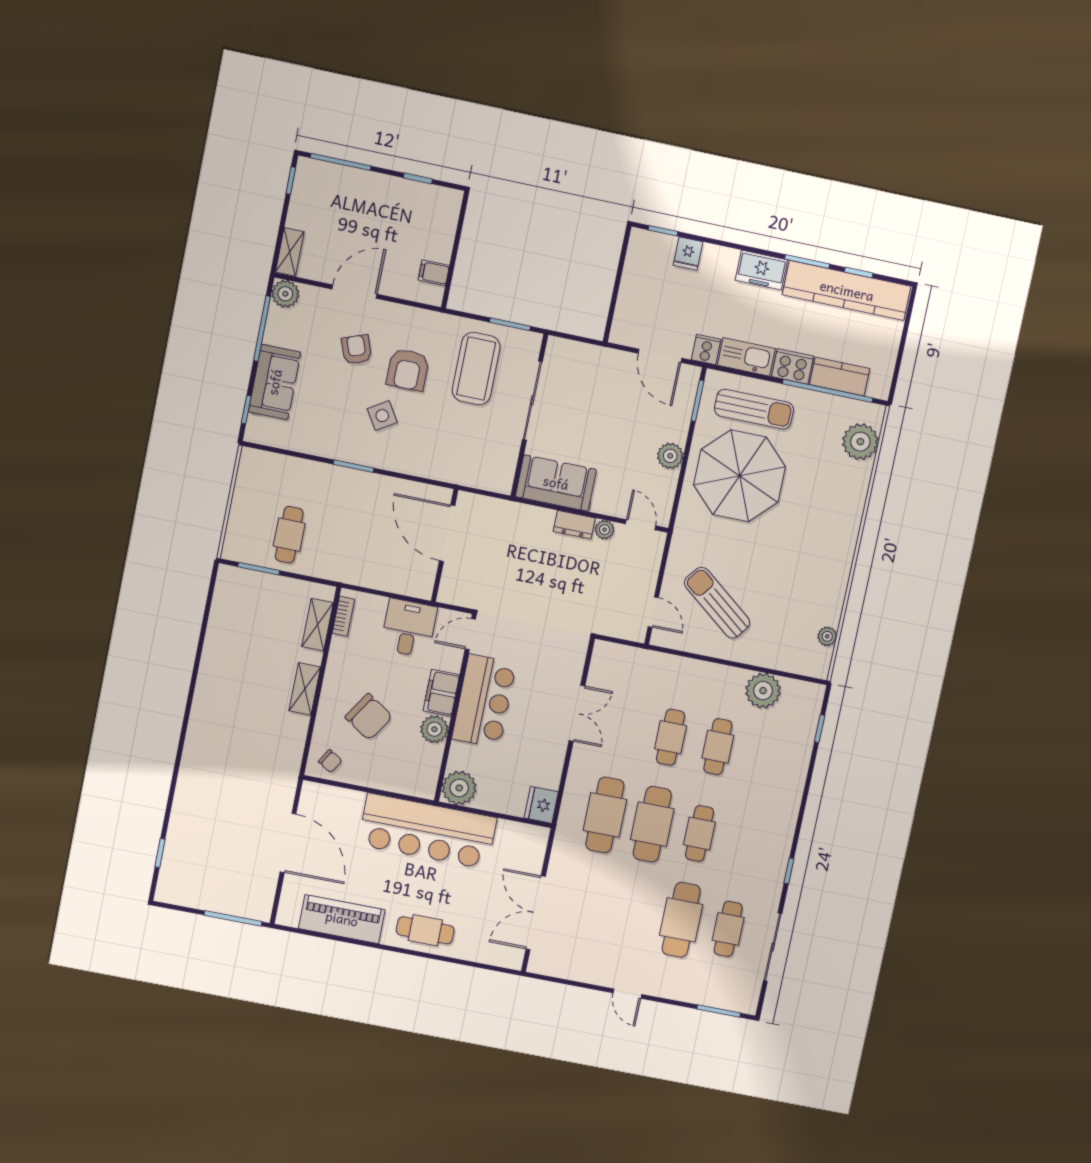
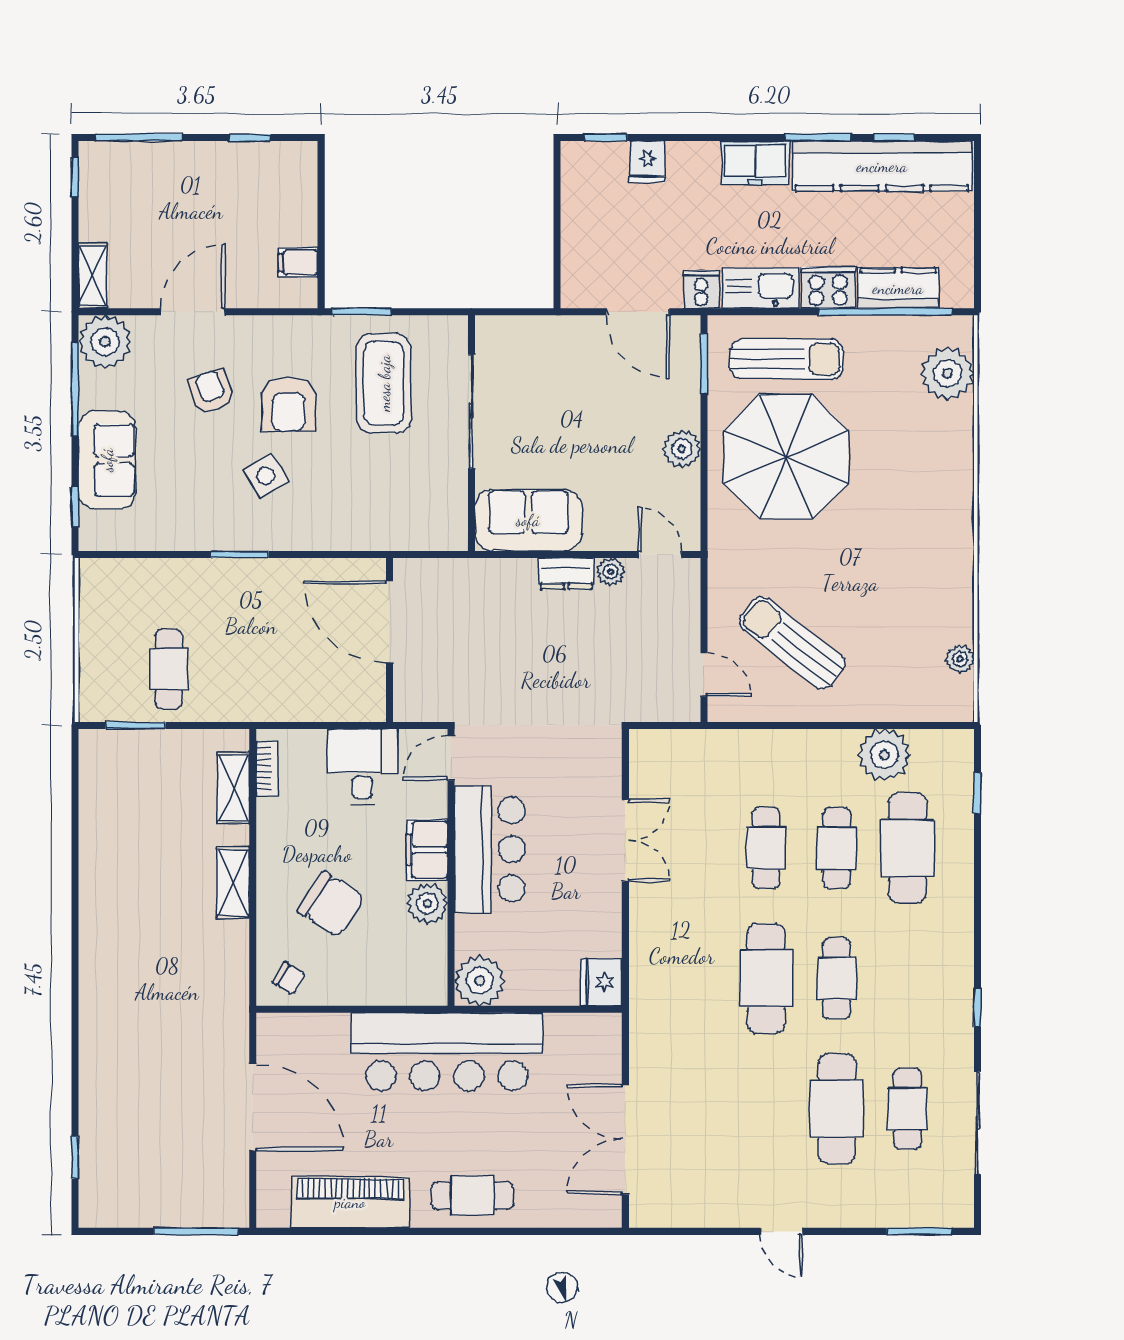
plant: (285, 294) -> (105, 342), width x1.36, depth x1.36
window: (510, 324) -> (362, 312), moved
cafe table: (605, 815) -> (907, 848), moved

